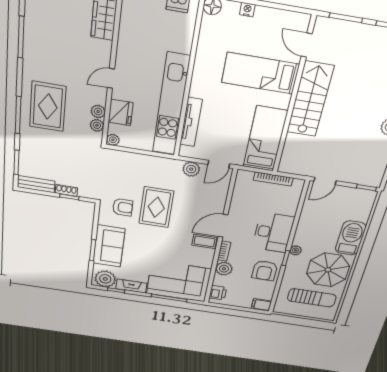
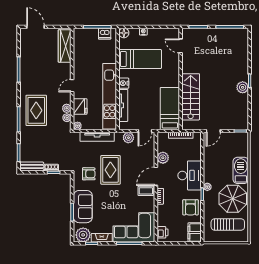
bed: (260, 73) -> (140, 59), moved, turned 180
nightstand: (198, 89) -> (124, 83), added
stairs: (310, 99) -> (191, 97), moved
tv unit: (142, 160) -> (97, 137), added
plant: (224, 269) -> (163, 158), moved
filing cabinet: (261, 305) -> (195, 232), width x2.00

